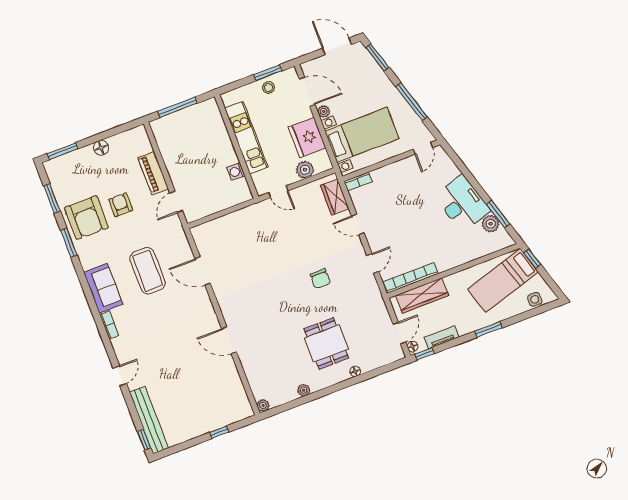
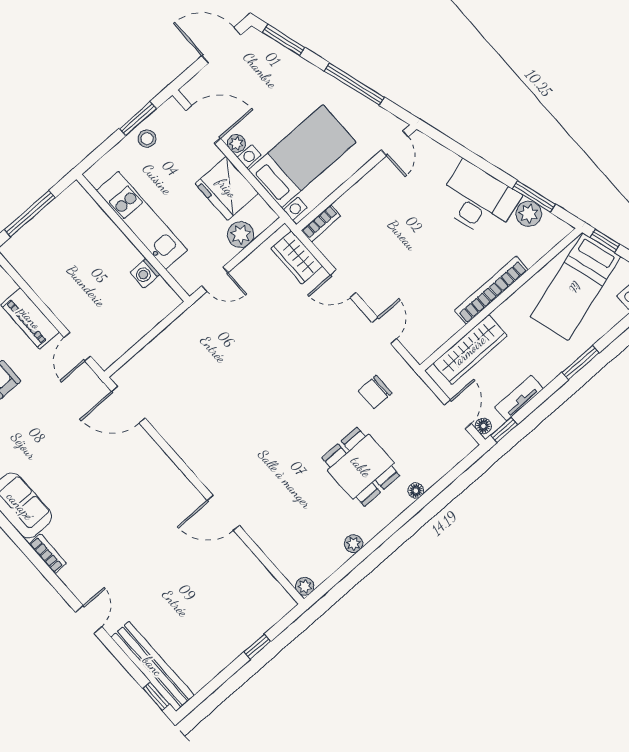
coffee table: (148, 271) -> (73, 458), removed
door: (203, 271) -> (128, 405), moved
bookcase: (410, 278) -> (491, 290), moved
chair: (320, 279) -> (375, 392), moved, turned 90

